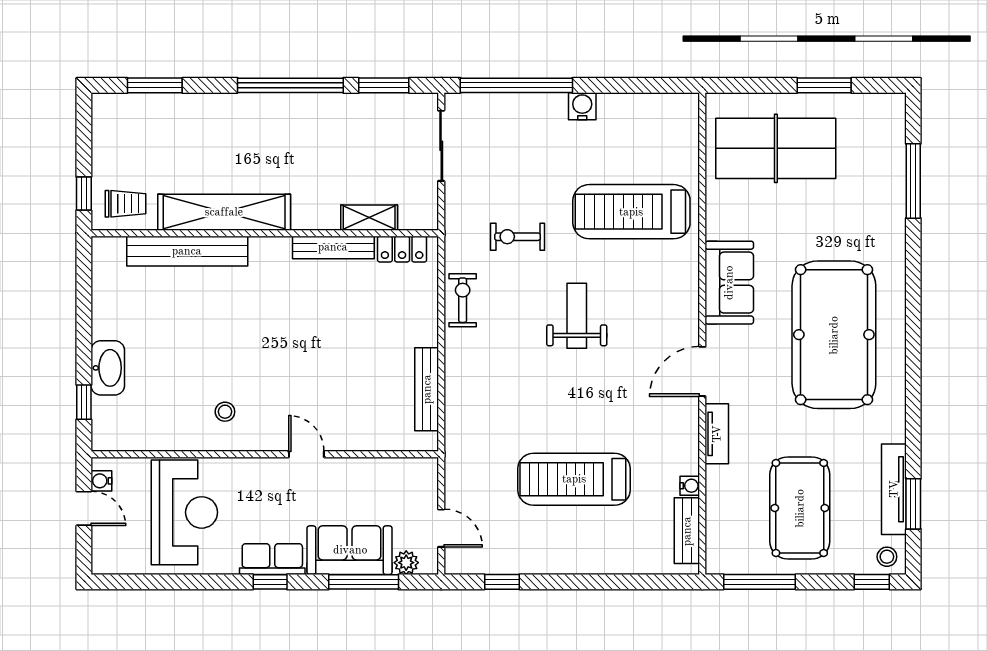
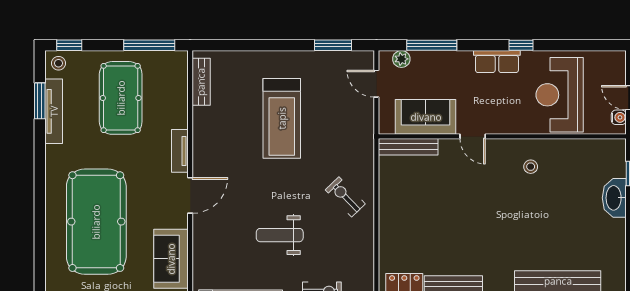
exercise bike: (463, 300) -> (345, 197), moved, turned 136
weight bench: (577, 316) -> (280, 235), turned 90
bench: (427, 389) -> (408, 147), moved, turned 90
treadmill: (574, 479) -> (282, 118), turned 90
water cooler: (690, 486) -> (199, 114), removed
sofa: (350, 550) -> (426, 117), moved, turned 180
window: (270, 582) -> (521, 45), moved
window: (502, 582) -> (333, 45), width x1.50

